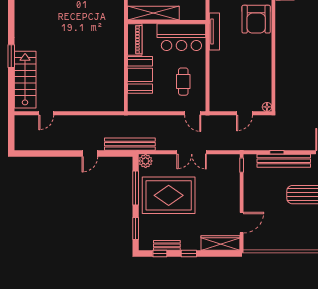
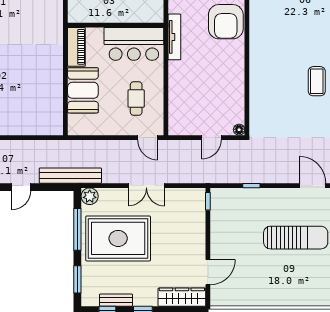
shelving: (153, 13) -> (99, 14), removed
bench: (284, 161) -> (260, 196), removed

